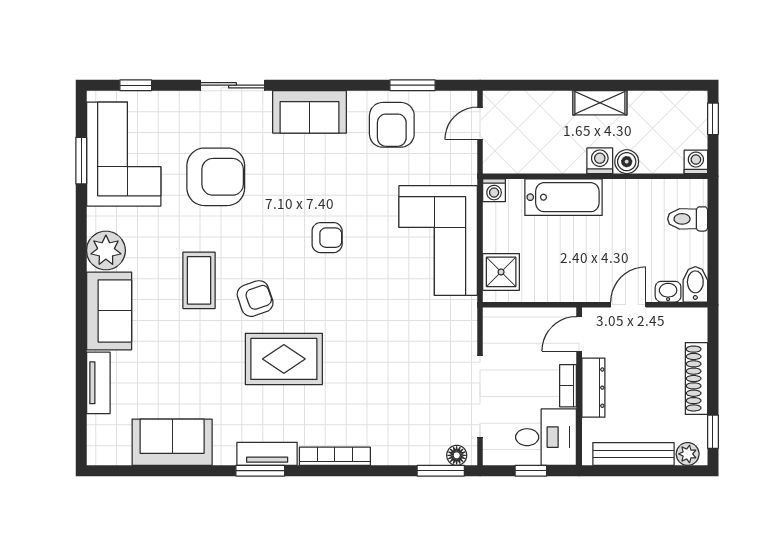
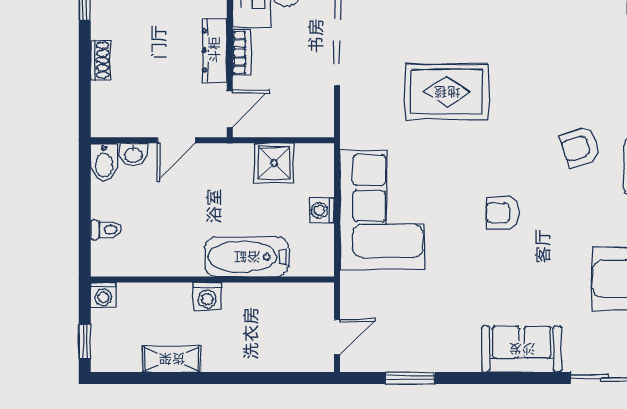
shelving: (600, 103) -> (172, 359), moved
armchair: (392, 125) -> (433, 335), removed
boiler: (627, 162) -> (178, 295), removed
washing machine: (494, 190) -> (322, 210), moved, turned -90
toilet: (688, 219) -> (106, 230), width x0.73, depth x0.72
shower: (501, 272) -> (274, 163), moved
rug: (284, 359) -> (447, 92), moved
shoe rack: (696, 379) -> (100, 60), width x0.51, depth x0.81

